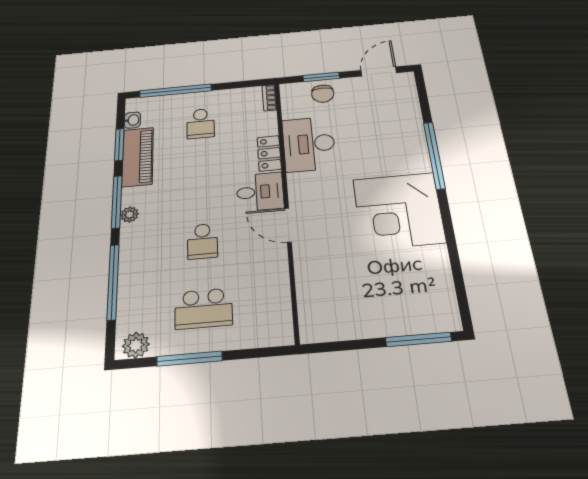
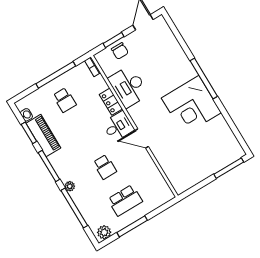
window: (175, 91) -> (56, 75), moved
window: (434, 155) -> (204, 79), moved
plant: (130, 214) -> (70, 186), moved

